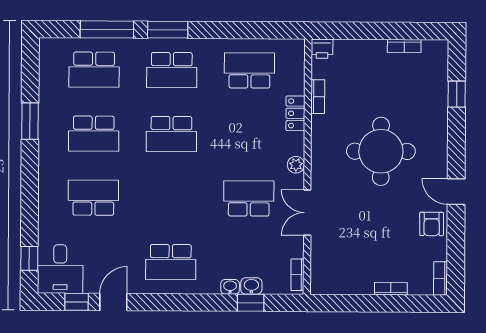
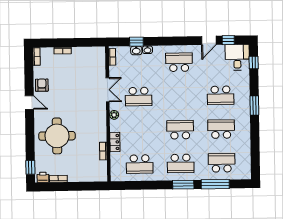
printer: (322, 49) -> (43, 177), moved
school desk: (172, 70) -> (181, 163), turned 180
window: (457, 94) -> (30, 167), moved
window: (30, 121) -> (254, 105), moved
round table: (381, 151) -> (57, 136), moved

